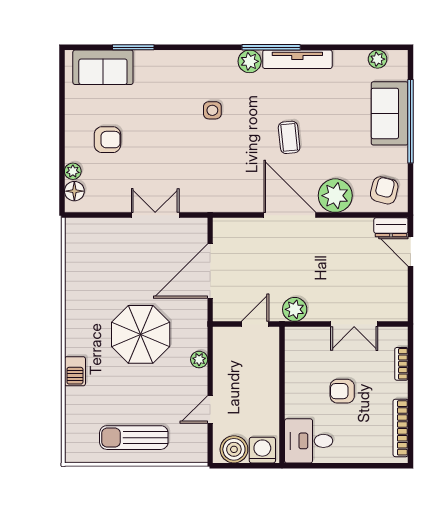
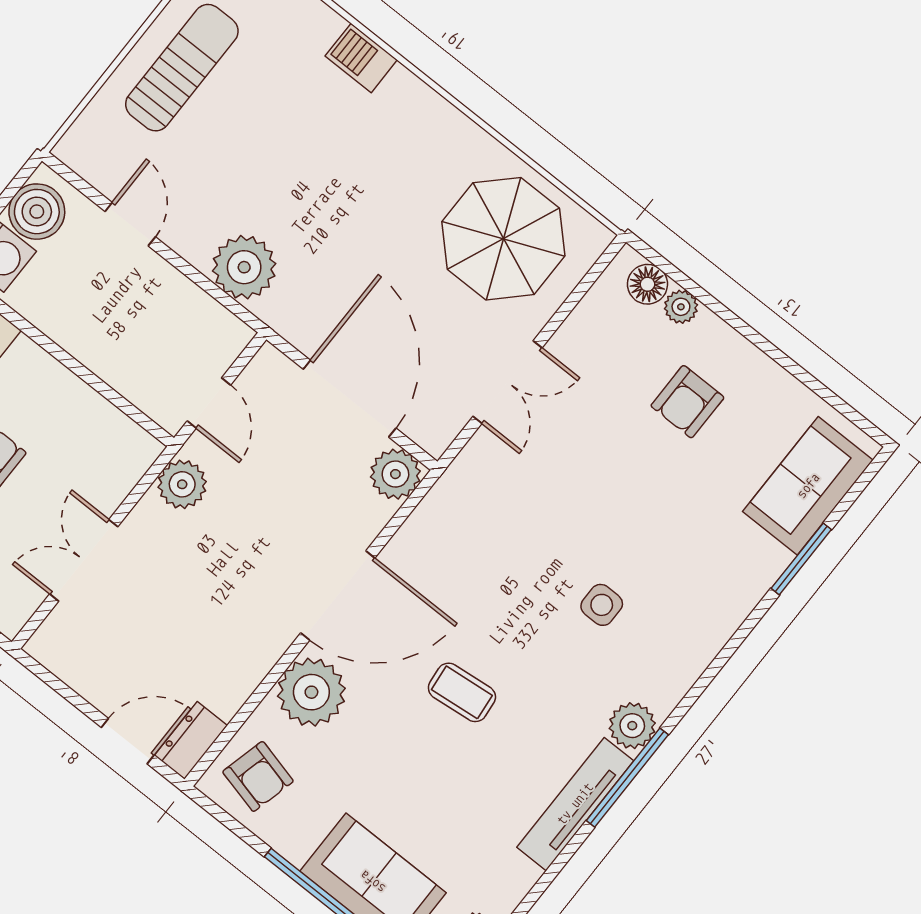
plant: (225, 230) -> (395, 474), added
parasol: (141, 334) -> (503, 239), moved
plant: (199, 360) -> (244, 267), width x1.88, depth x1.88

